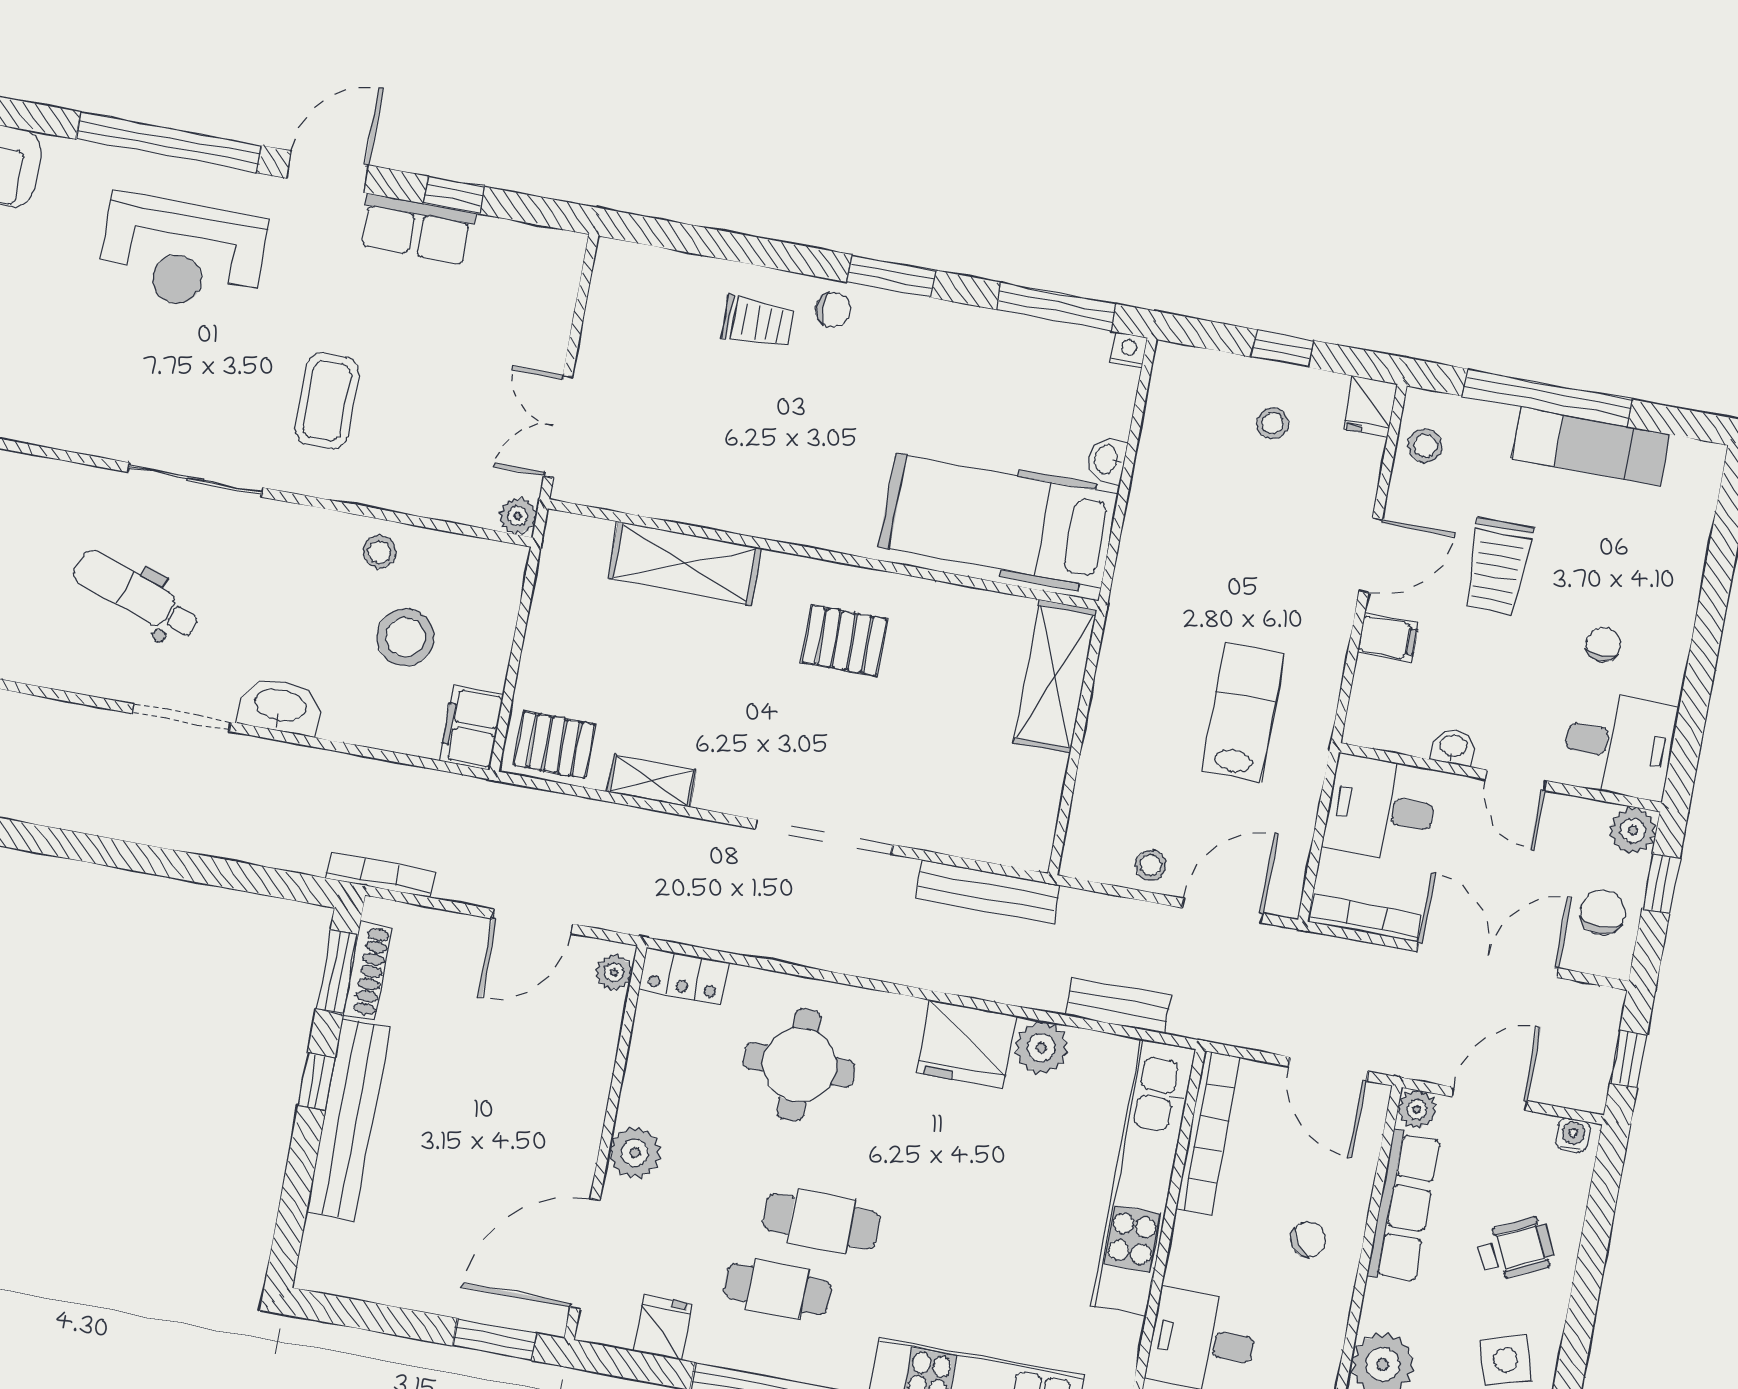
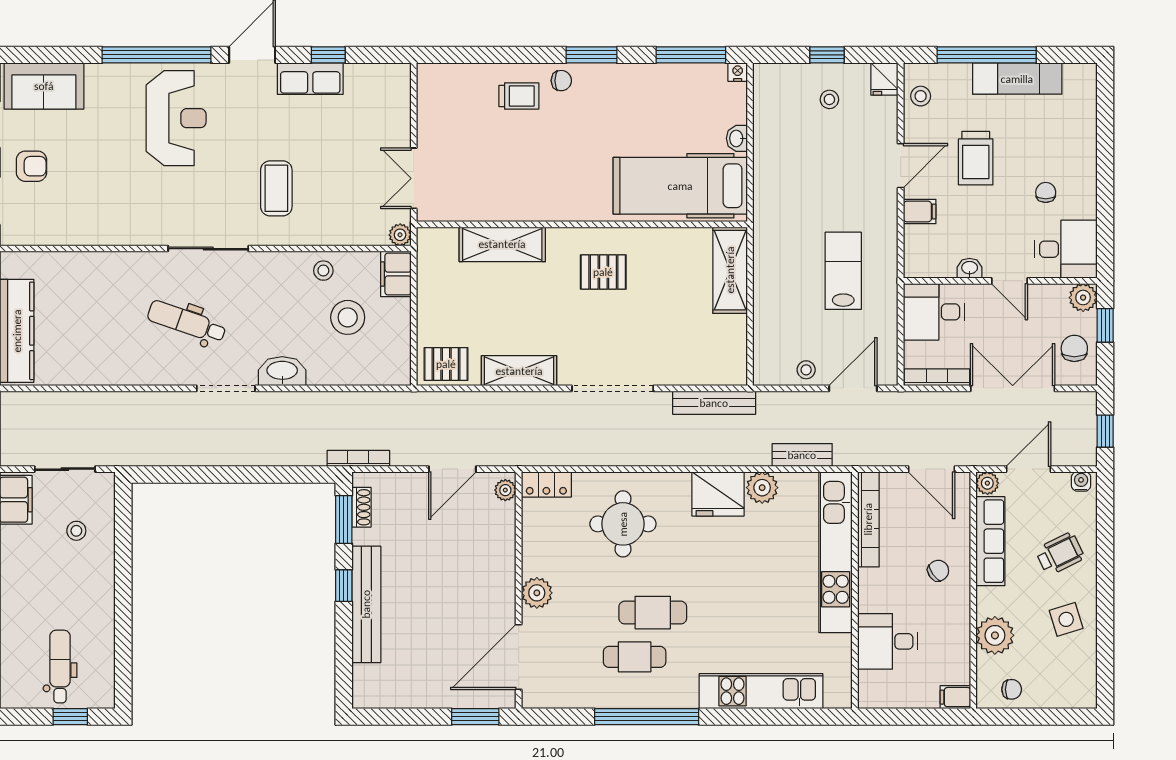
reception desk: (182, 253) -> (176, 118), turned -90
filing cabinet: (472, 728) -> (396, 274), moved
shelving: (652, 781) -> (519, 371), width x1.50, depth x1.33
shoe rack: (367, 971) -> (361, 507), width x0.70
fridge: (663, 1327) -> (572, 691), removed

